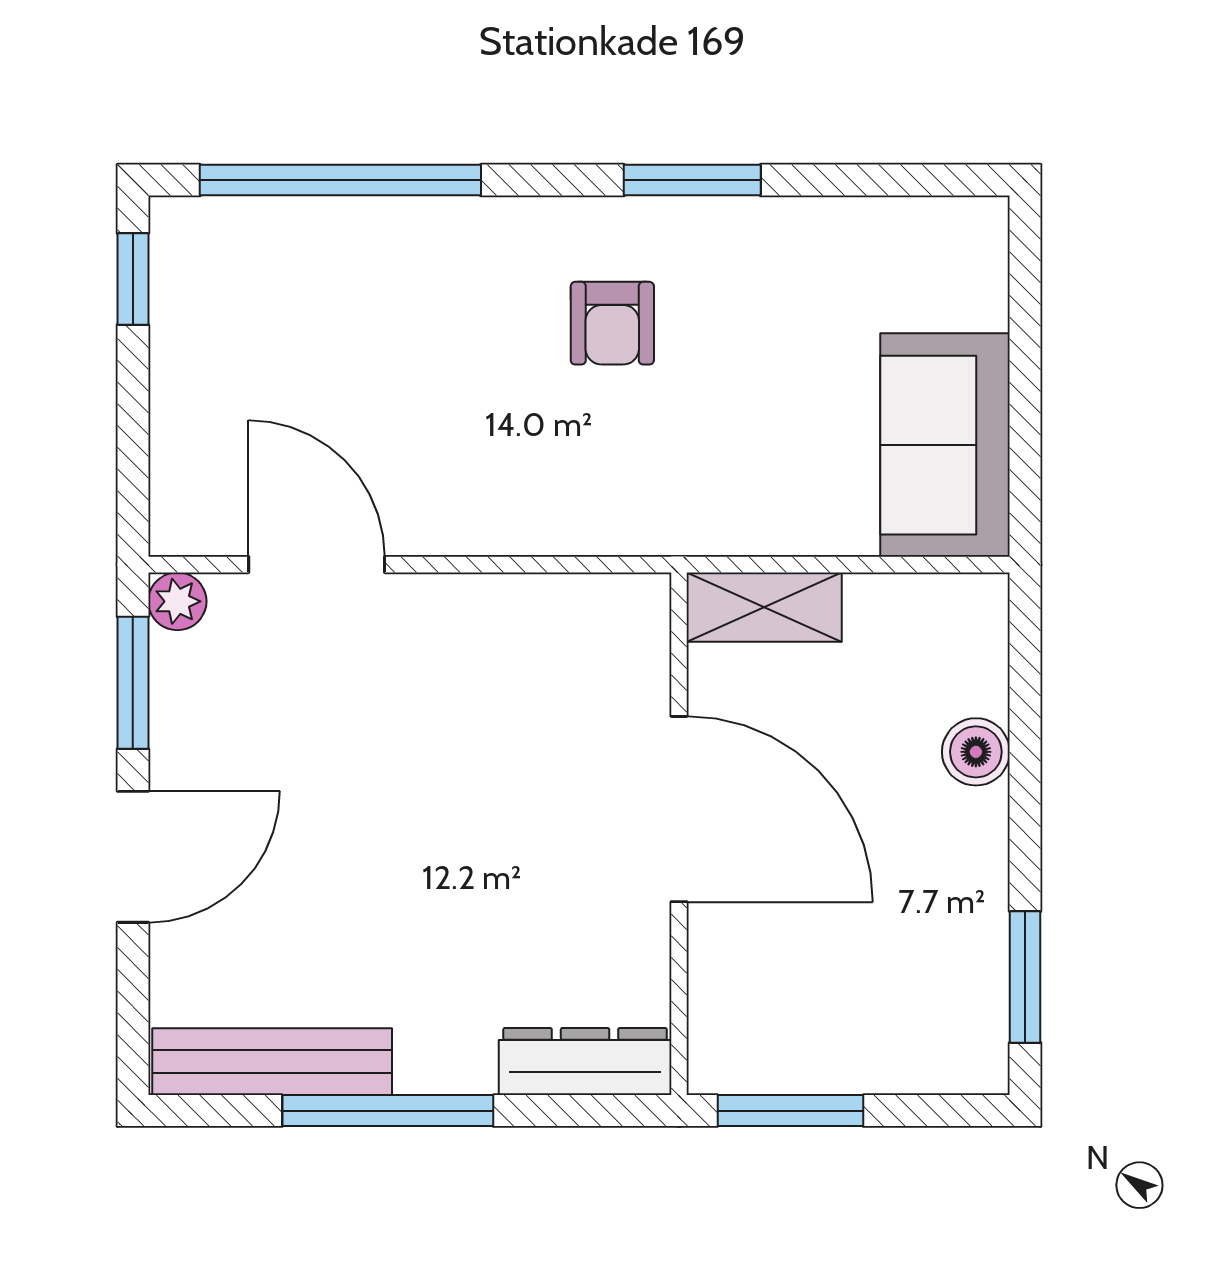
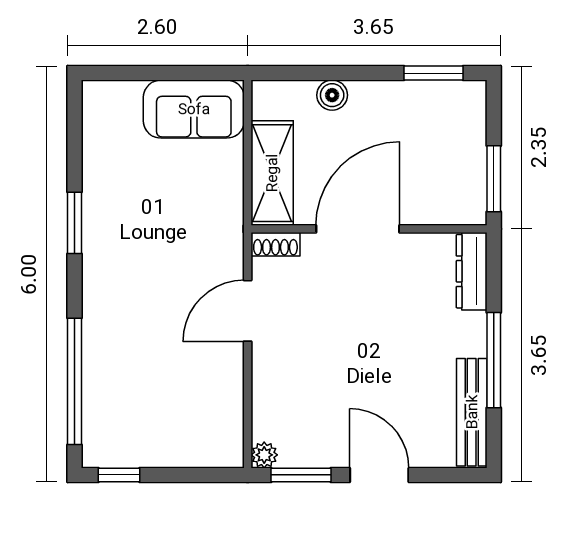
armchair: (612, 323) -> (139, 259), removed
door: (317, 565) -> (248, 311), moved
shelving: (764, 607) -> (272, 173), width x1.50, depth x1.33
shoe rack: (645, 626) -> (275, 244), added

